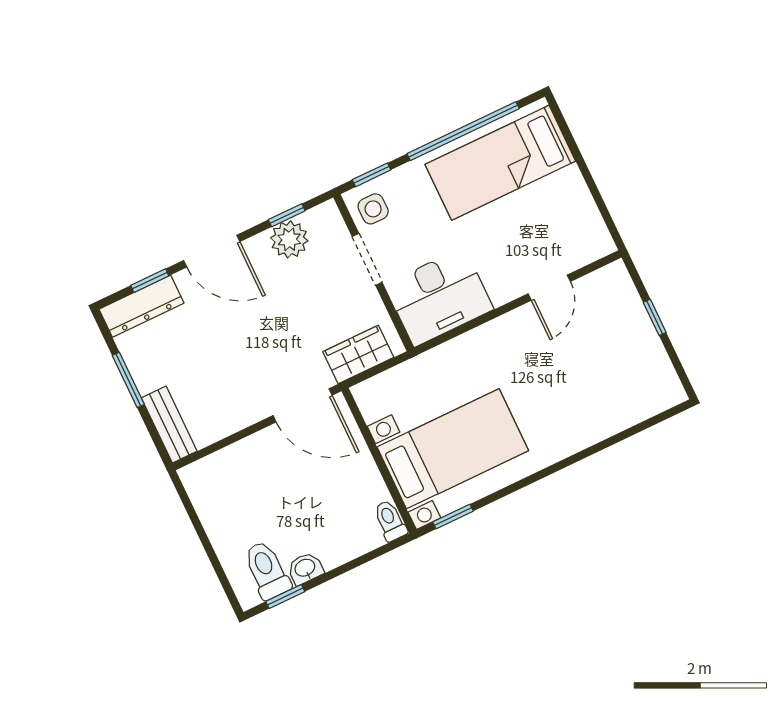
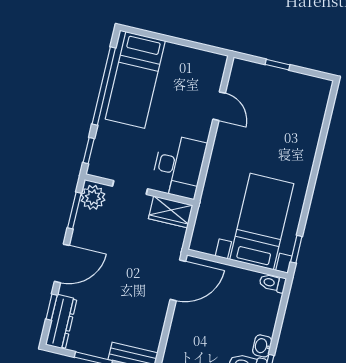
side table: (373, 209) -> (107, 164), removed
window: (287, 215) -> (74, 210), width x1.50
plant: (289, 239) -> (93, 197), moved
wardrobe: (358, 355) -> (171, 212), moved, turned -90

